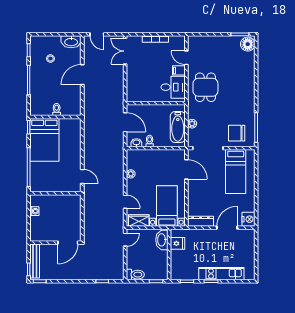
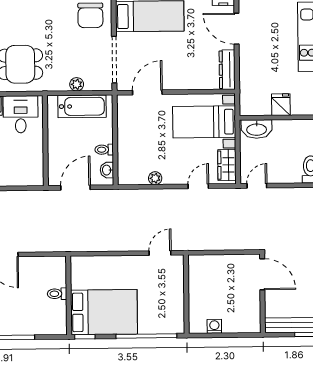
door: (125, 240) -> (257, 186), hinge flipped
fridge: (178, 243) -> (281, 105), moved

